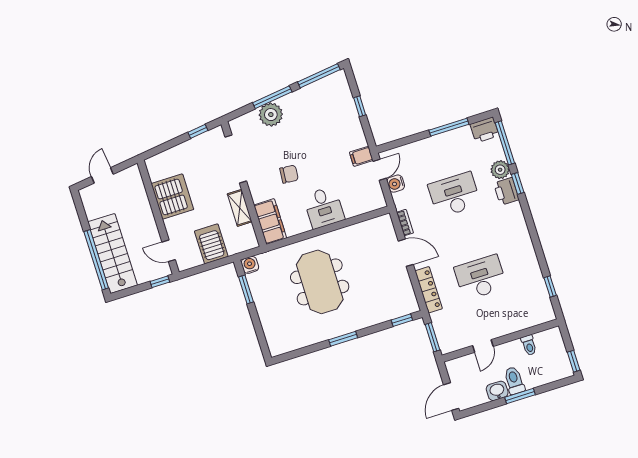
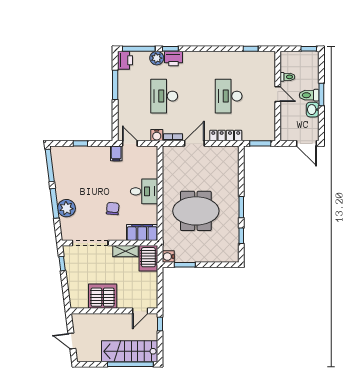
water cooler: (396, 184) -> (157, 135), moved
server rack: (211, 244) -> (148, 258), moved, turned -90
window: (402, 320) -> (241, 236), moved
door: (483, 346) -> (278, 94), moved

